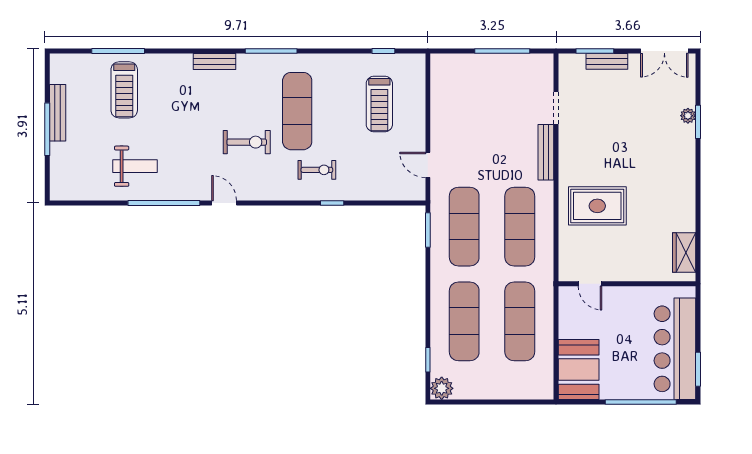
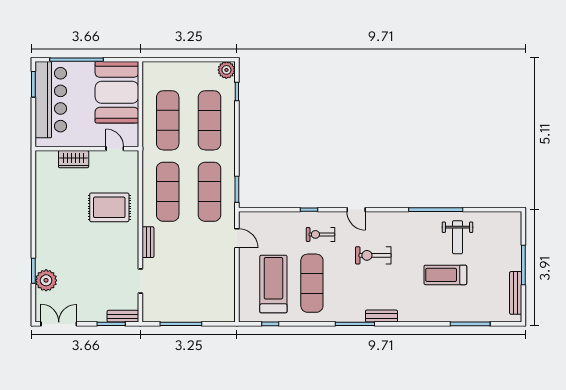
bench: (607, 61) -> (123, 316), moved
bench: (215, 62) -> (381, 316), moved
treadmill: (124, 90) -> (445, 275), moved, turned -90
treadmill: (379, 104) -> (273, 284), width x1.37, depth x1.38
exercise mat: (297, 111) -> (312, 283), moved
bench: (58, 113) -> (516, 293), moved
plant: (688, 116) -> (46, 280), width x1.88, depth x1.88
bench: (546, 152) -> (148, 242), width x0.73
weight bench: (135, 166) -> (457, 237), turned -90
door: (224, 203) -> (356, 210), moved
wardrobe: (684, 252) -> (74, 159), moved, turned 90
booth: (579, 370) -> (117, 92), width x1.36, depth x1.42

